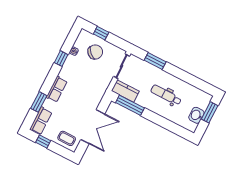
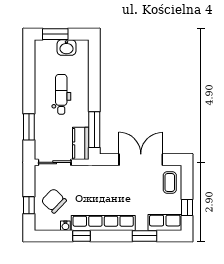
row of seats: (57, 89) -> (103, 223), width x2.02
dental chair: (166, 95) -> (61, 94), turned 180

